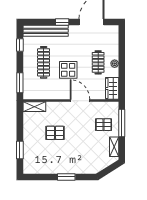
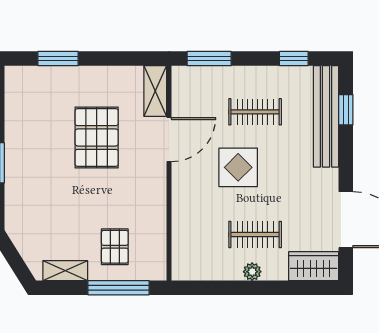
window: (62, 22) -> (346, 110), moved
clothes rail: (44, 62) -> (255, 112), width x0.73
wardrobe: (112, 88) -> (314, 266), moved
door: (80, 101) -> (169, 140), moved
pallet: (55, 133) -> (97, 138), width x1.50, depth x1.42

